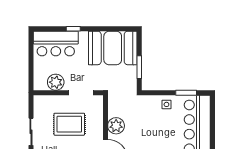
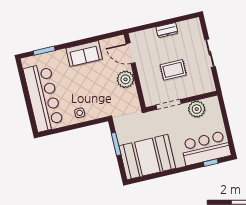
window: (73, 29) -> (211, 163), moved
window: (186, 93) -> (63, 129), removed
rug: (69, 124) -> (173, 70), width x0.73, depth x0.70

